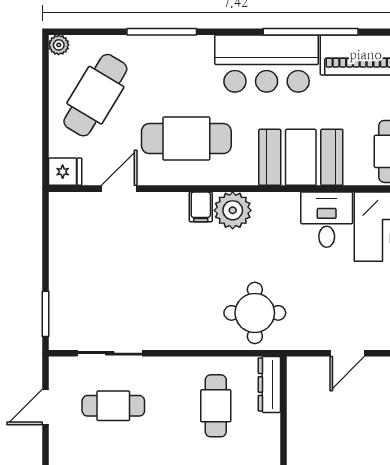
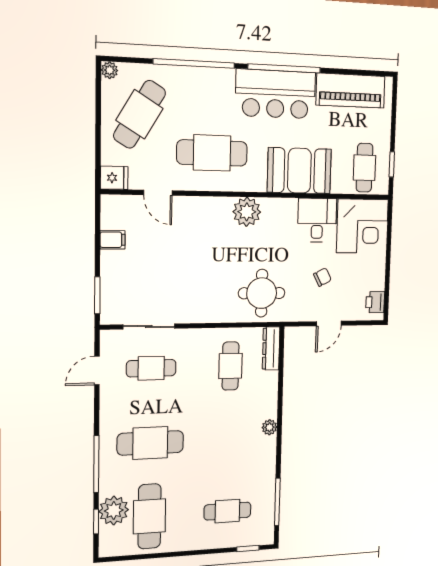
window: (162, 32) -> (194, 63), width x1.46
window: (311, 32) -> (284, 68), moved
door: (119, 189) -> (158, 193), swing flipped
filing cabinet: (201, 207) -> (113, 240), moved, turned -90
chair: (337, 293) -> (323, 277), added

